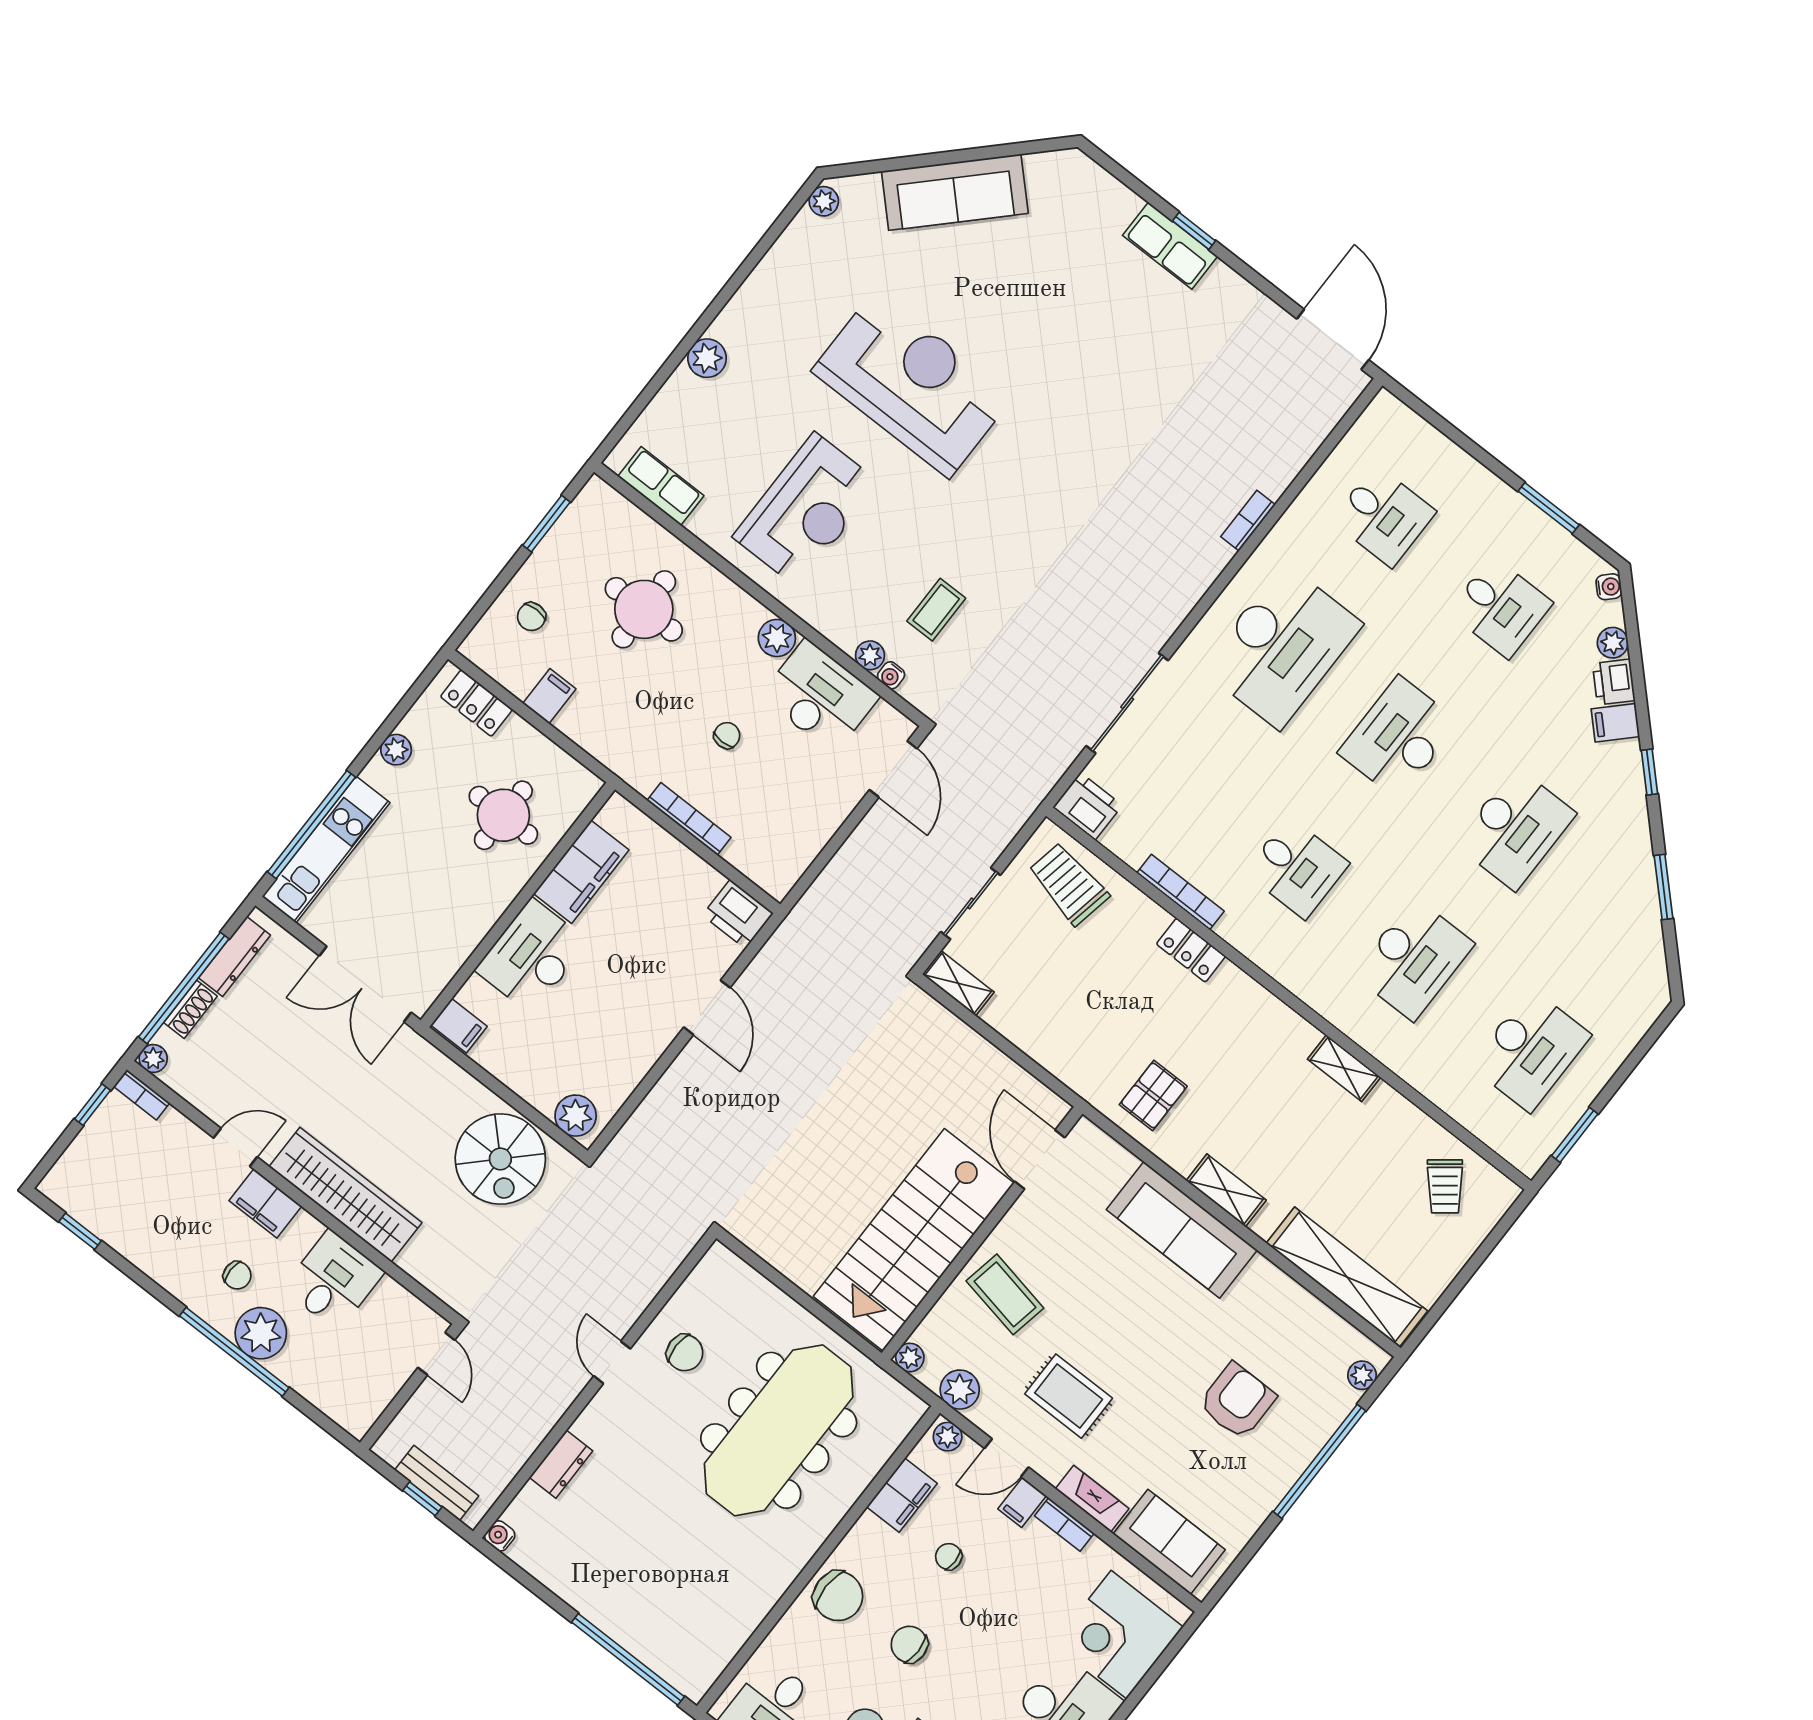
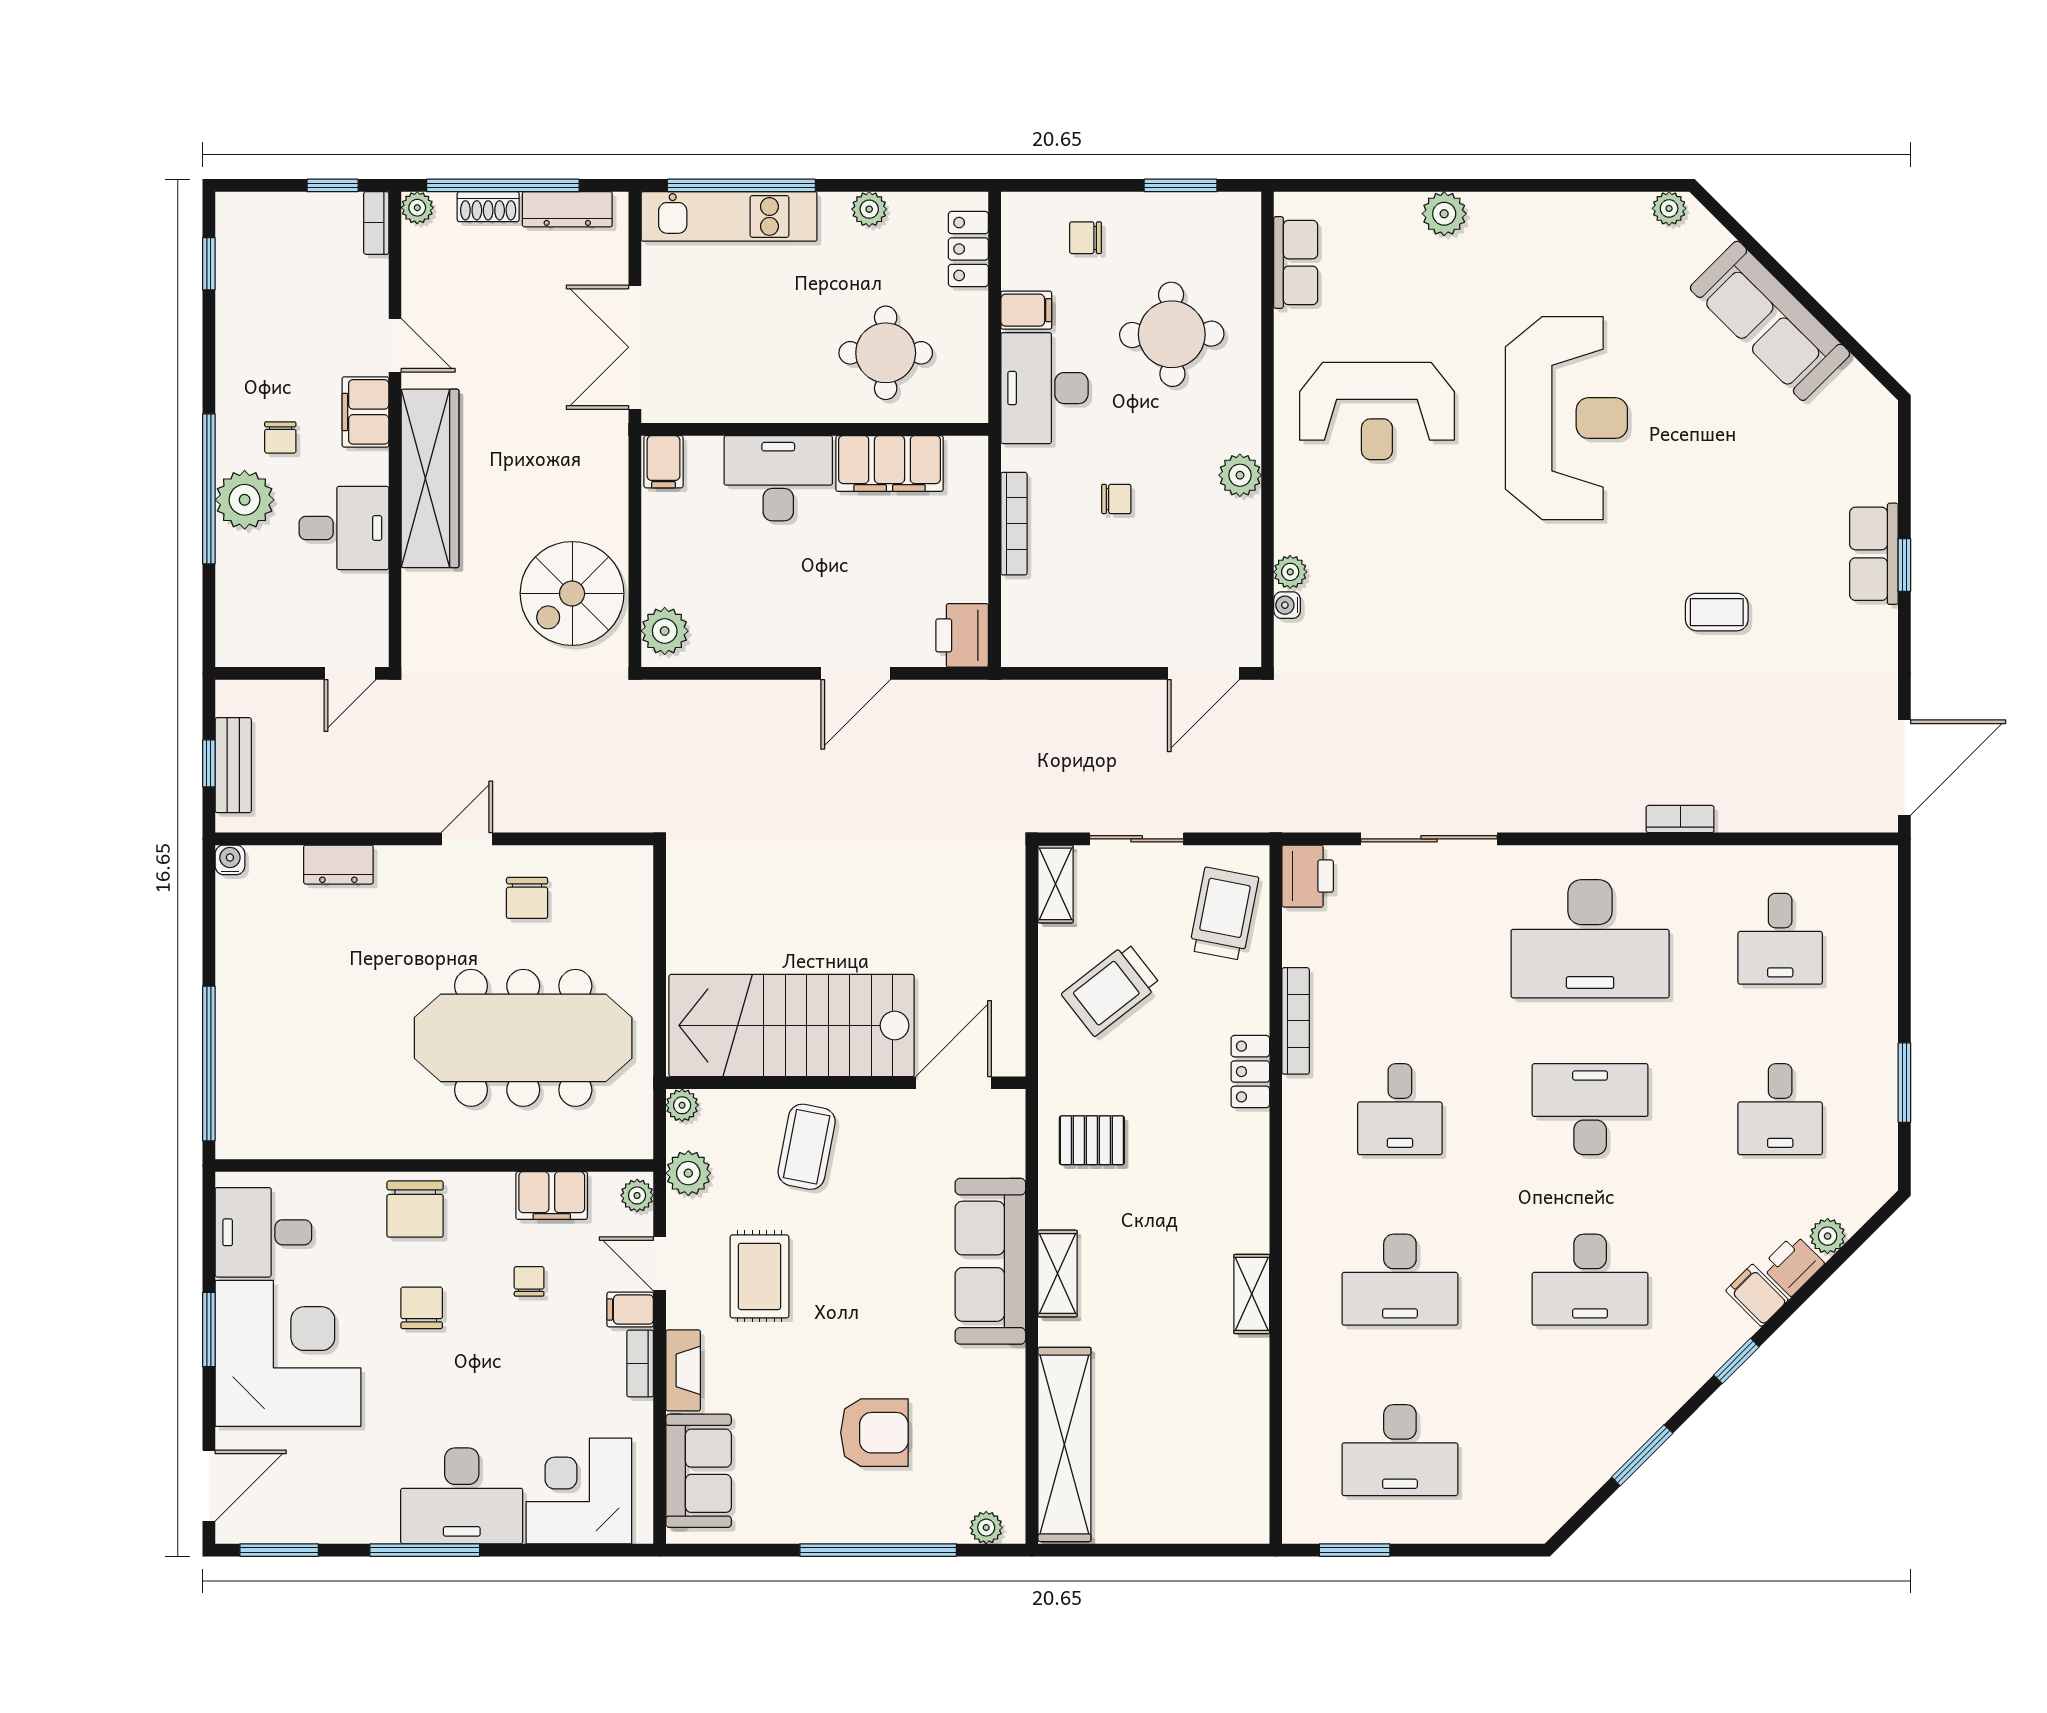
water cooler: (1609, 587) -> (1876, 1193), removed
coffee table: (936, 610) -> (1717, 612), moved
desk: (820, 696) -> (1044, 388), moved, turned 180
trolley: (1445, 1186) -> (1111, 990), moved, width x1.36, depth x1.39

